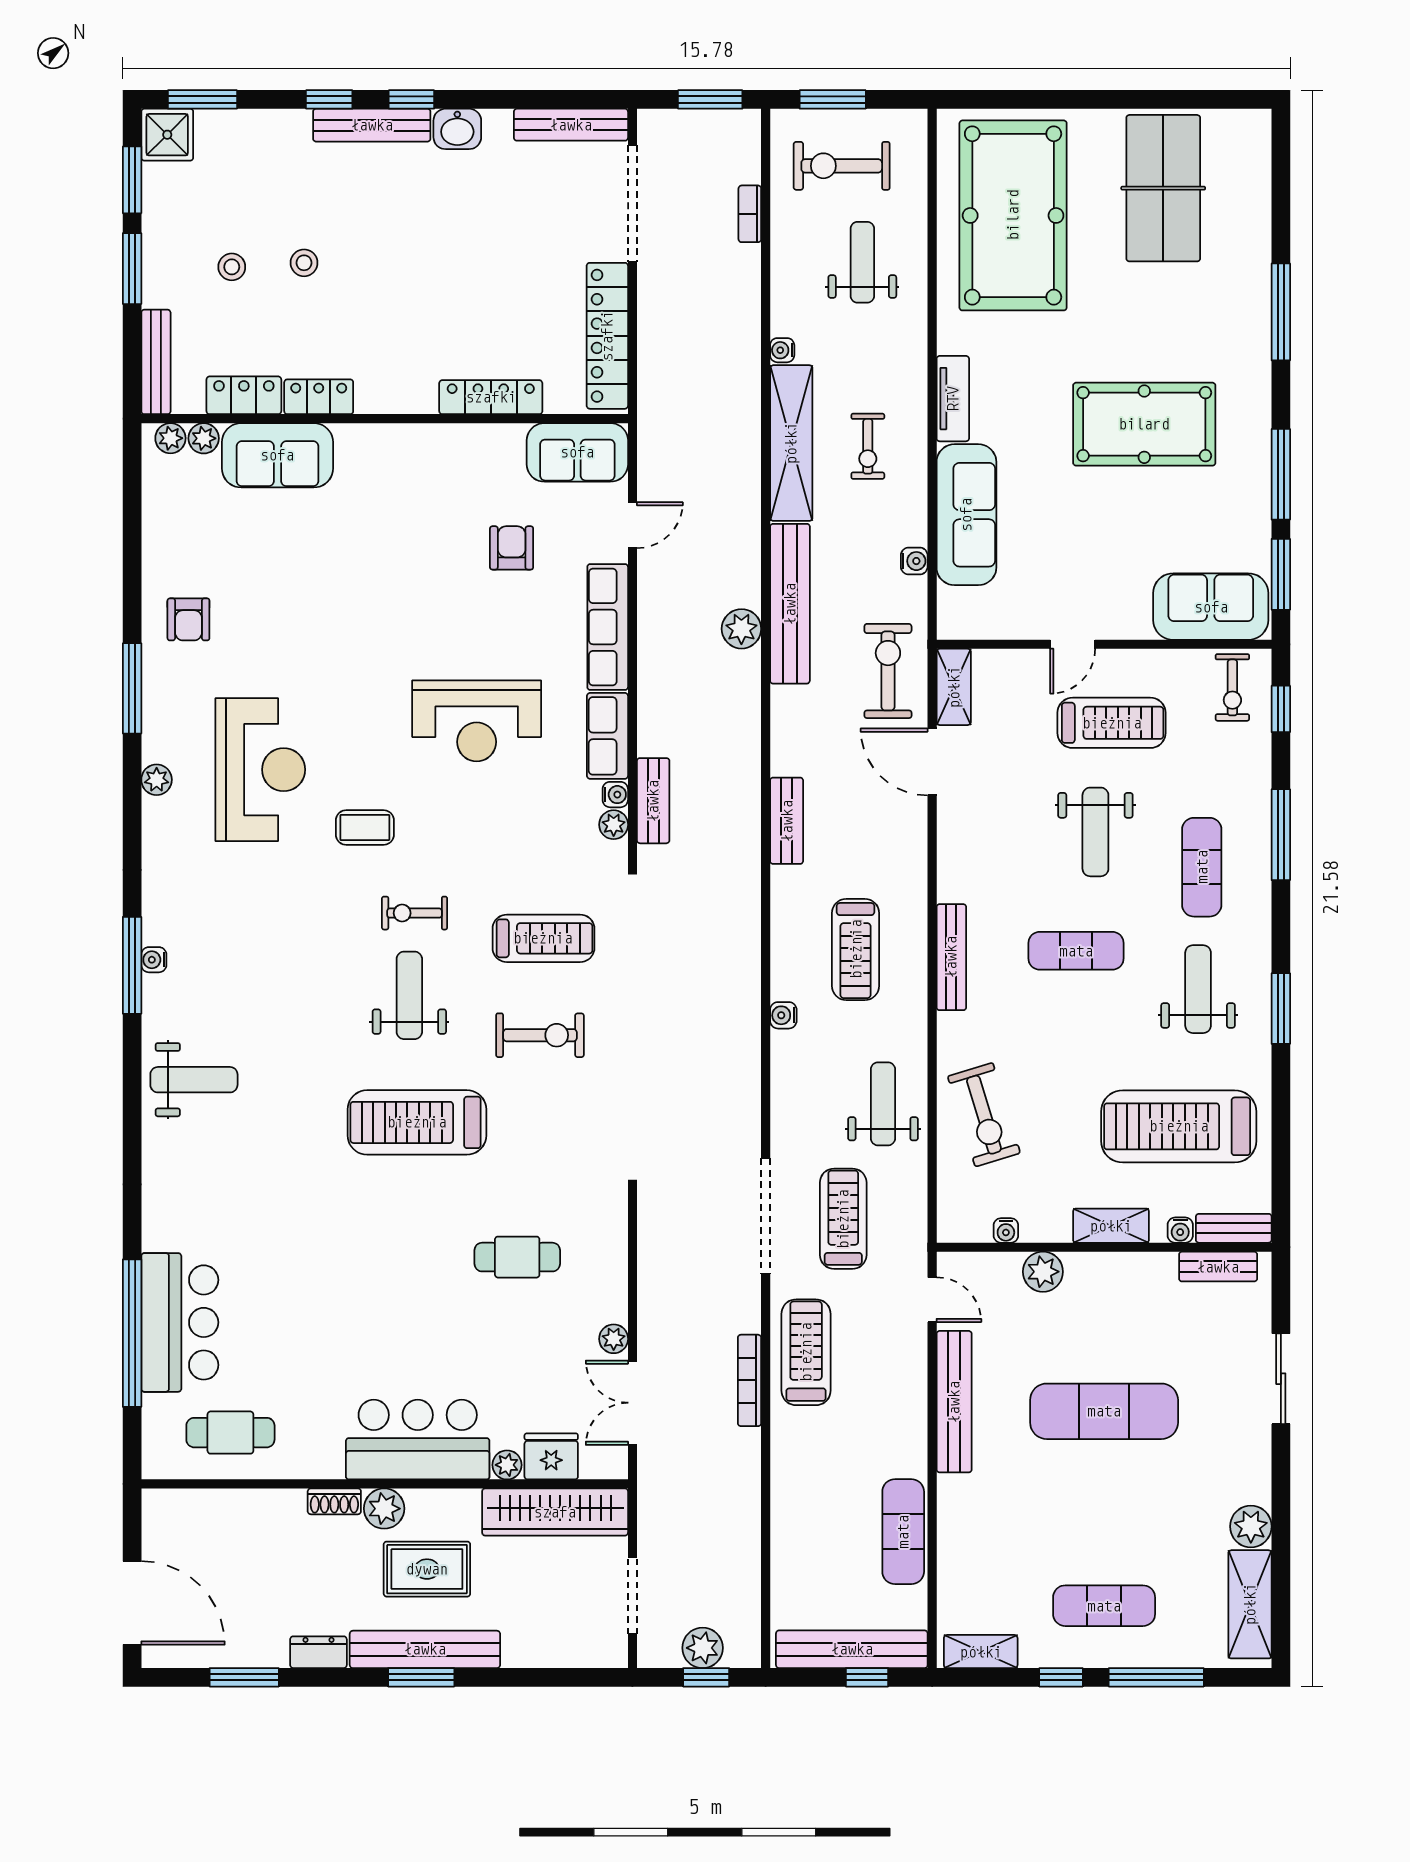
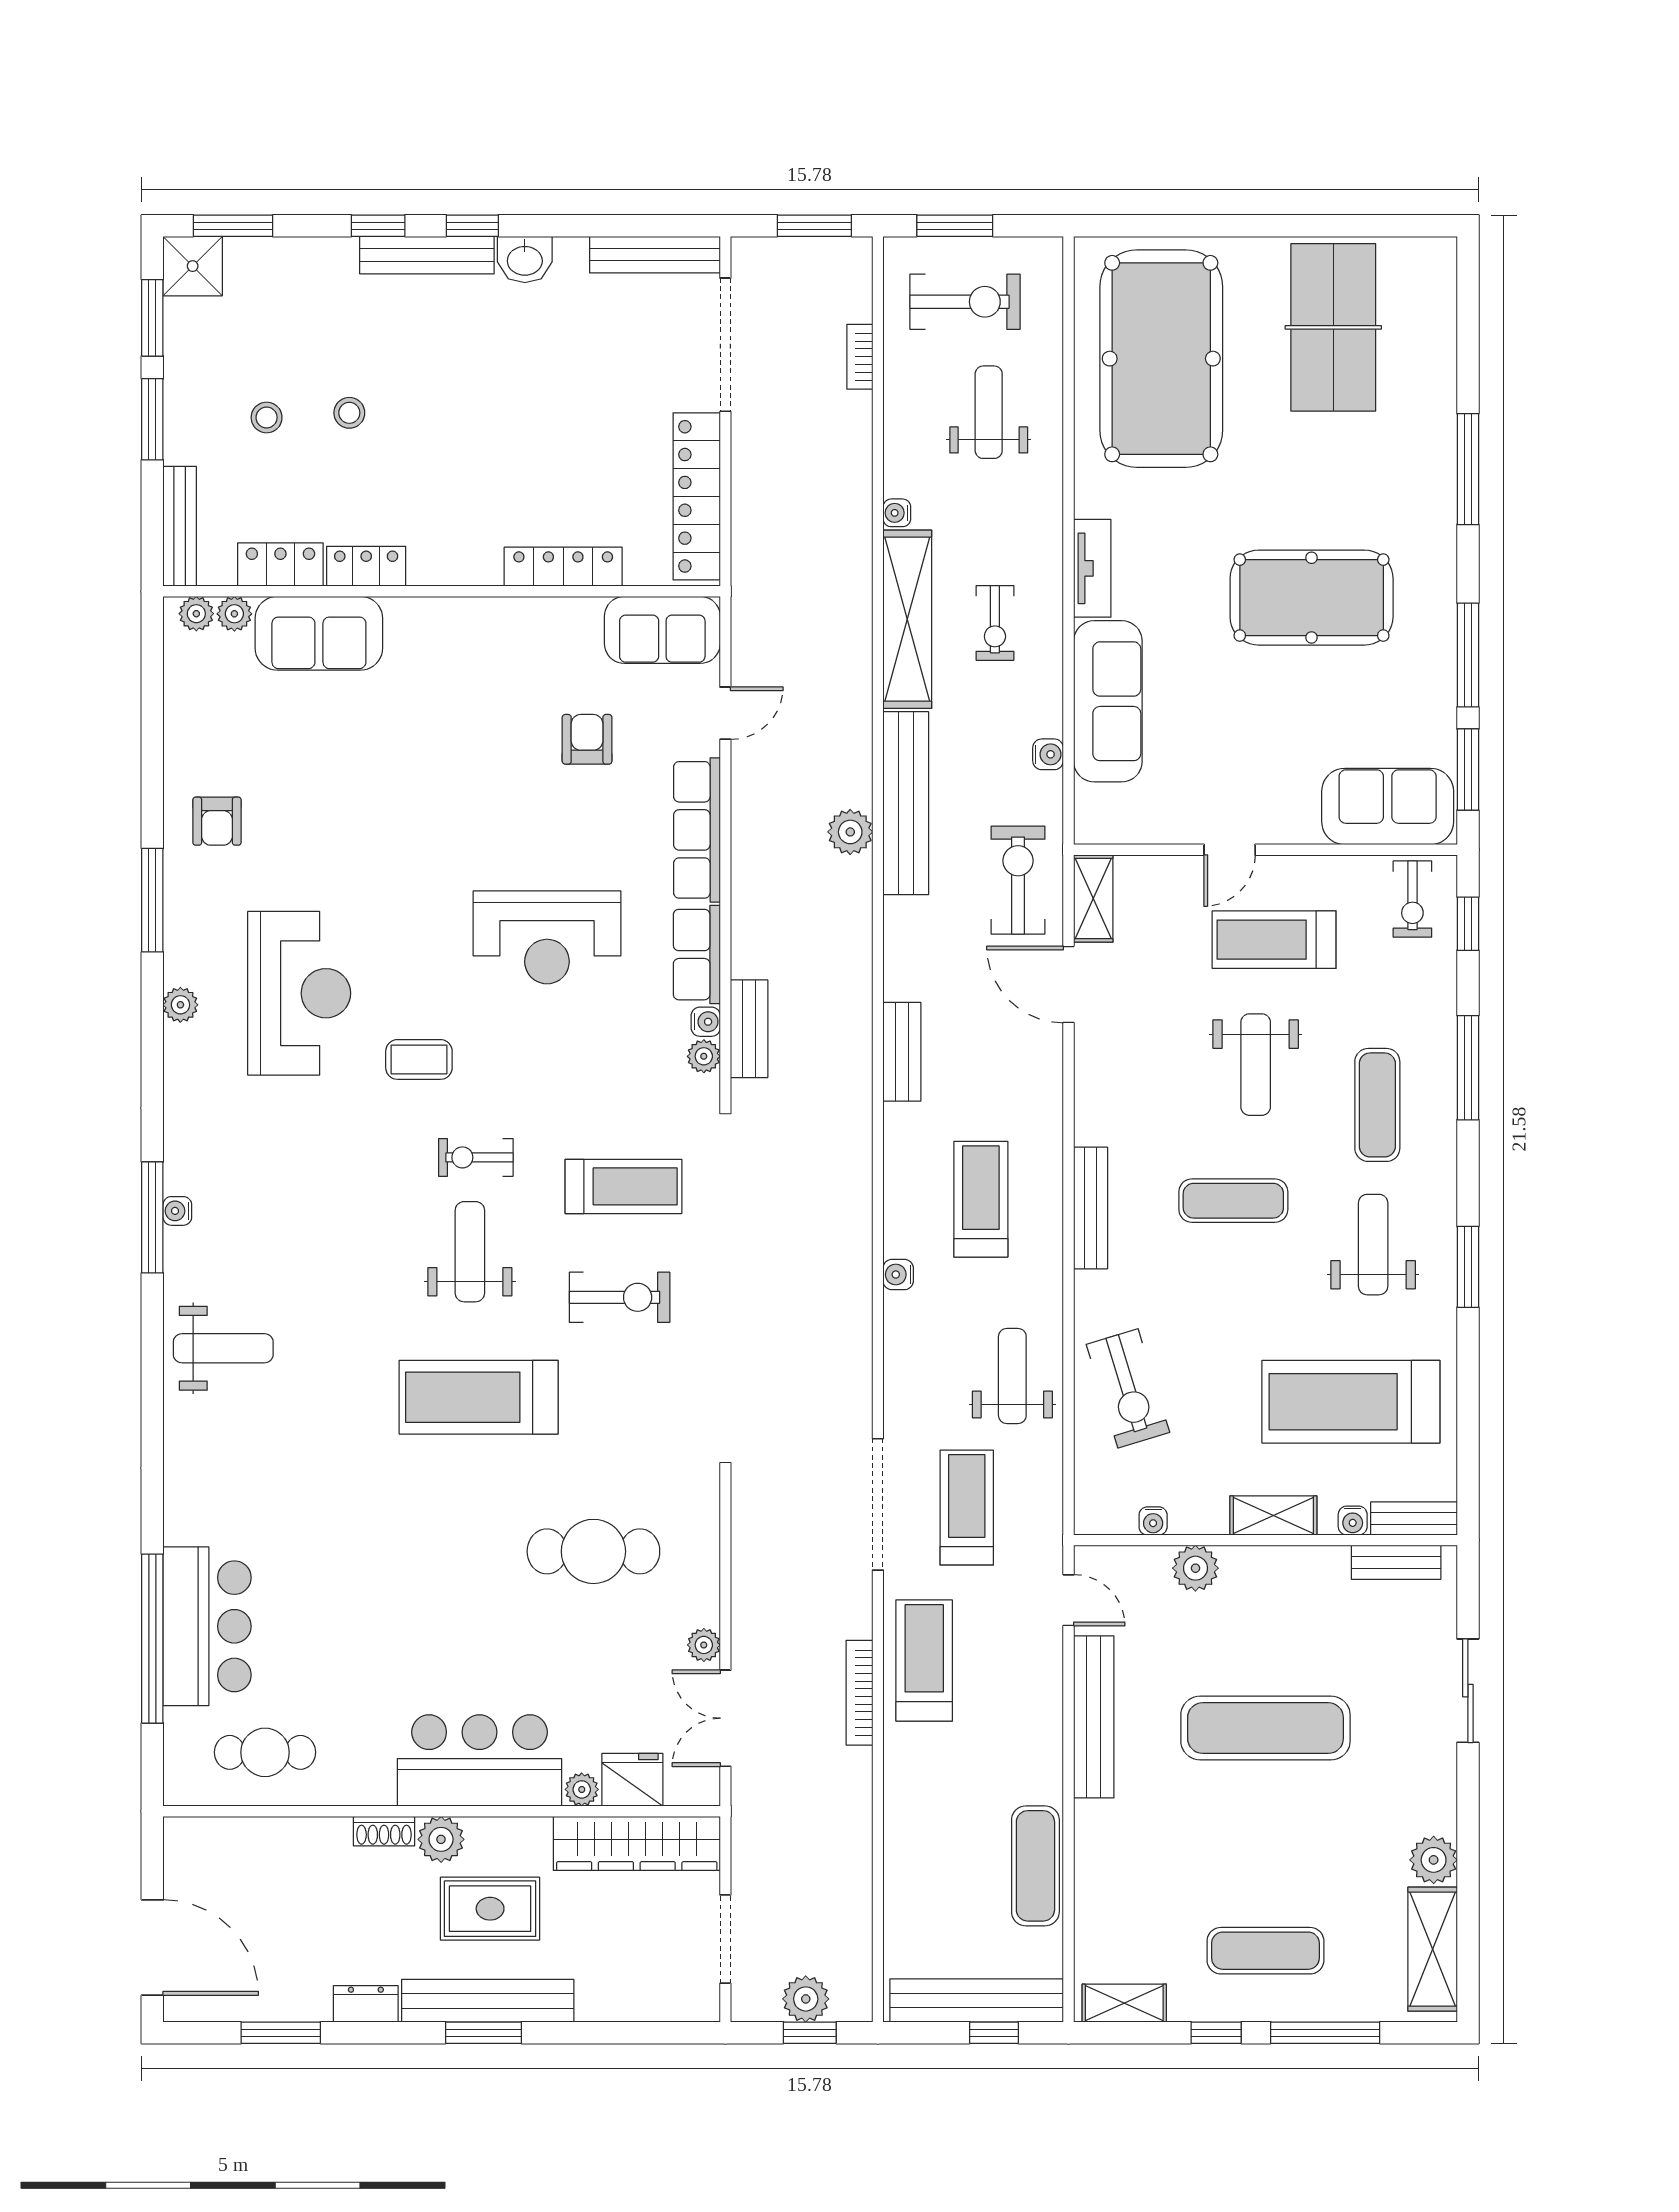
exercise bike: (842, 166) -> (965, 302), turned 180
treadmill: (1112, 723) -> (1274, 940), turned 180
treadmill: (856, 949) -> (981, 1199), turned 180
cafe table: (517, 1257) -> (593, 1551), width x1.37, depth x1.35

